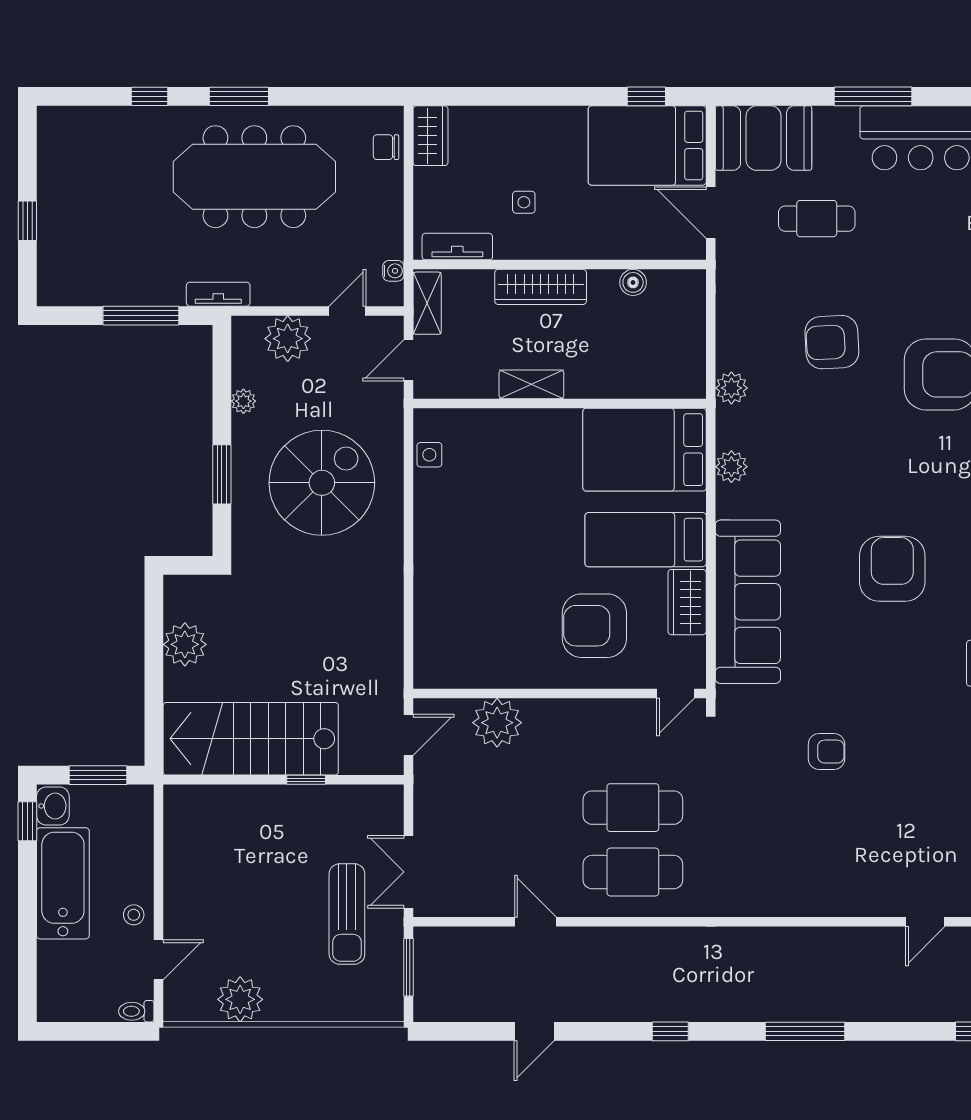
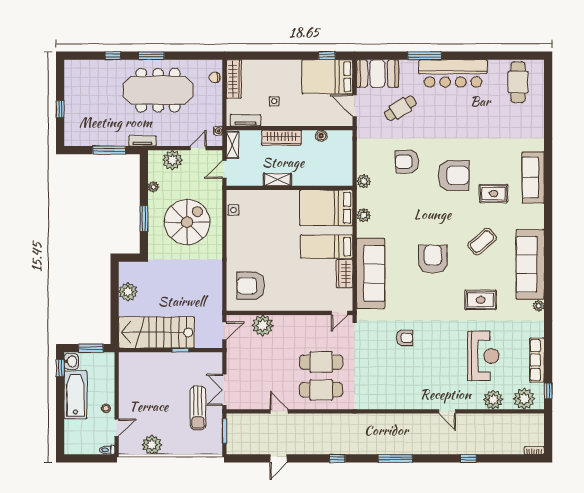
wardrobe: (430, 136) -> (234, 79), width x1.50
cafe table: (817, 219) -> (400, 108), turned -32
armchair: (594, 626) -> (251, 286), moved
door: (925, 922) -> (447, 411), hinge flipped

